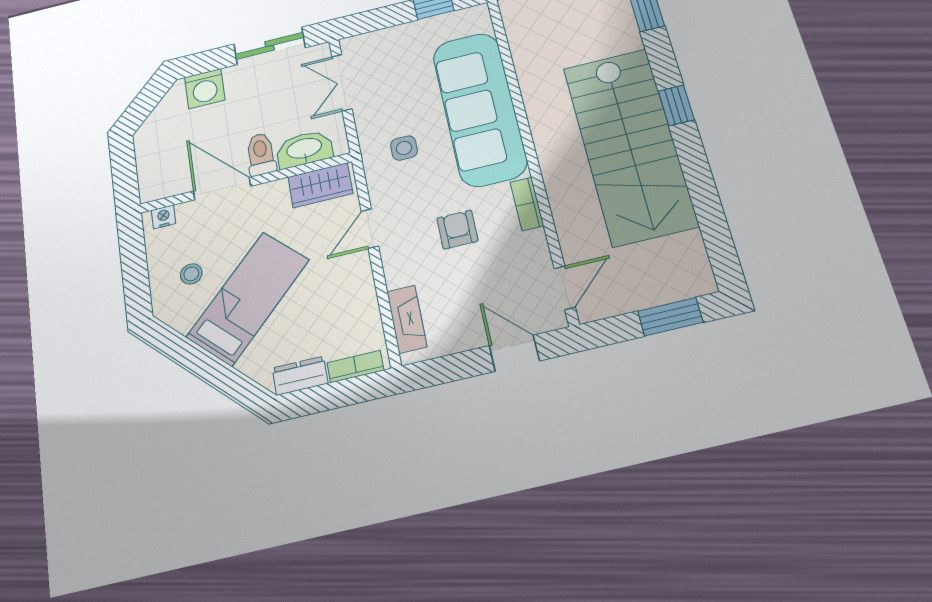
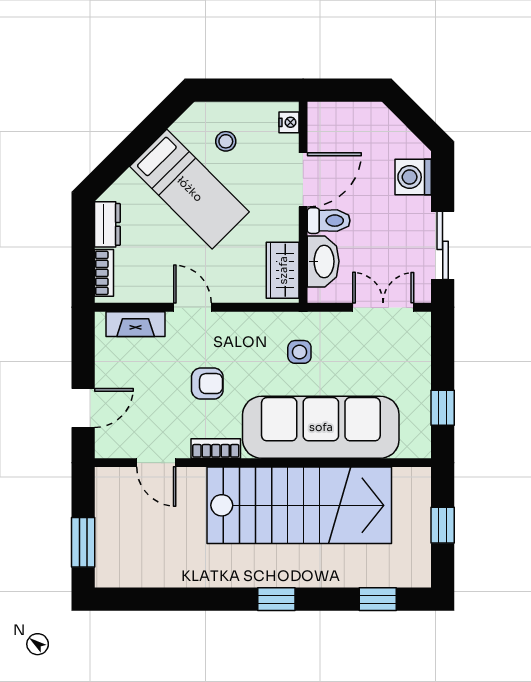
stairs: (630, 145) -> (299, 505), moved, turned 180
door: (370, 229) -> (192, 307), moved
door: (565, 288) -> (156, 463), moved

